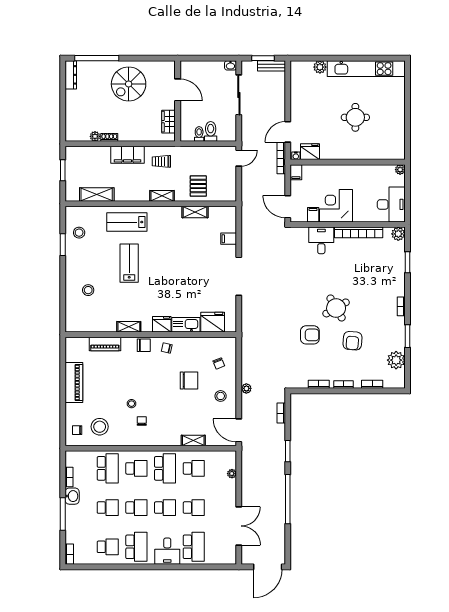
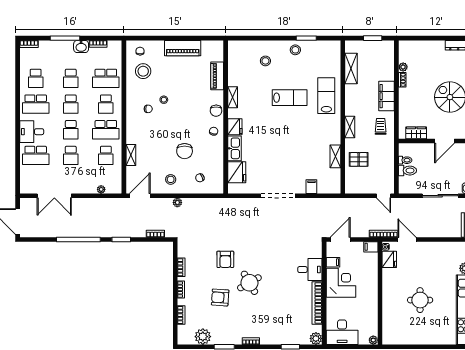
stool: (79, 233) -> (295, 50), moved

